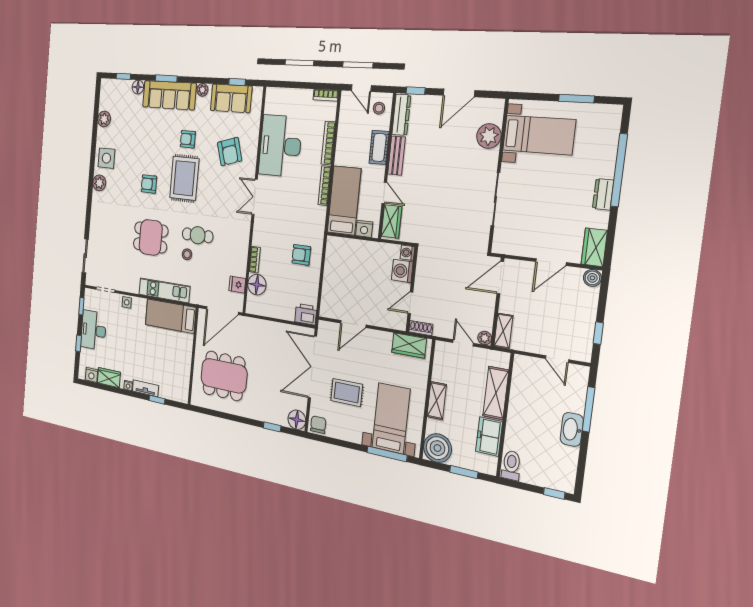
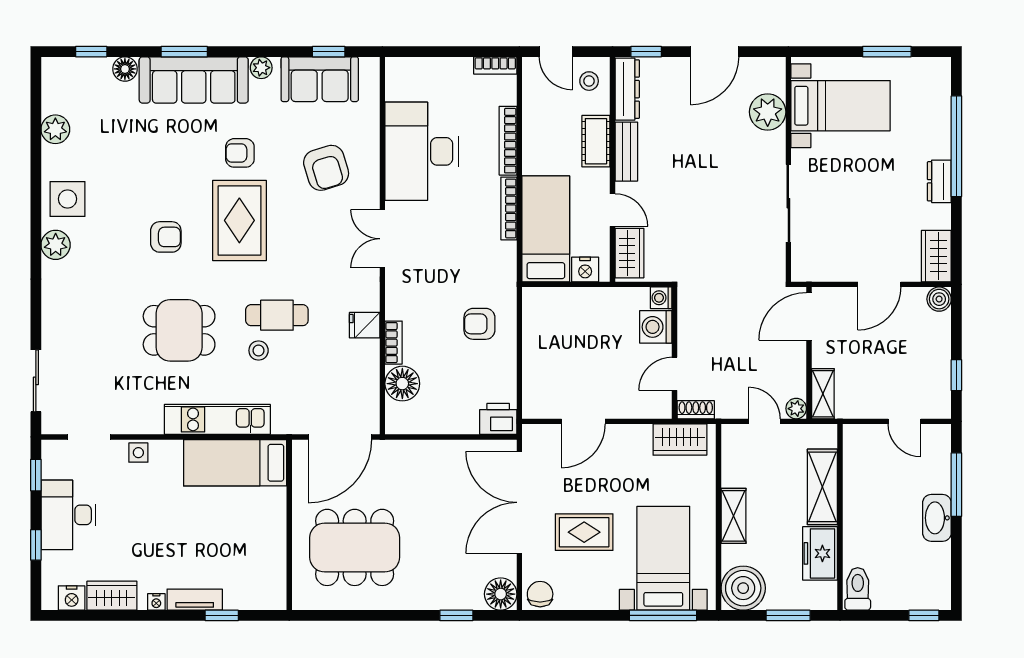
armchair: (149, 184) -> (166, 237), turned 180
fridge: (237, 285) -> (365, 325), moved

